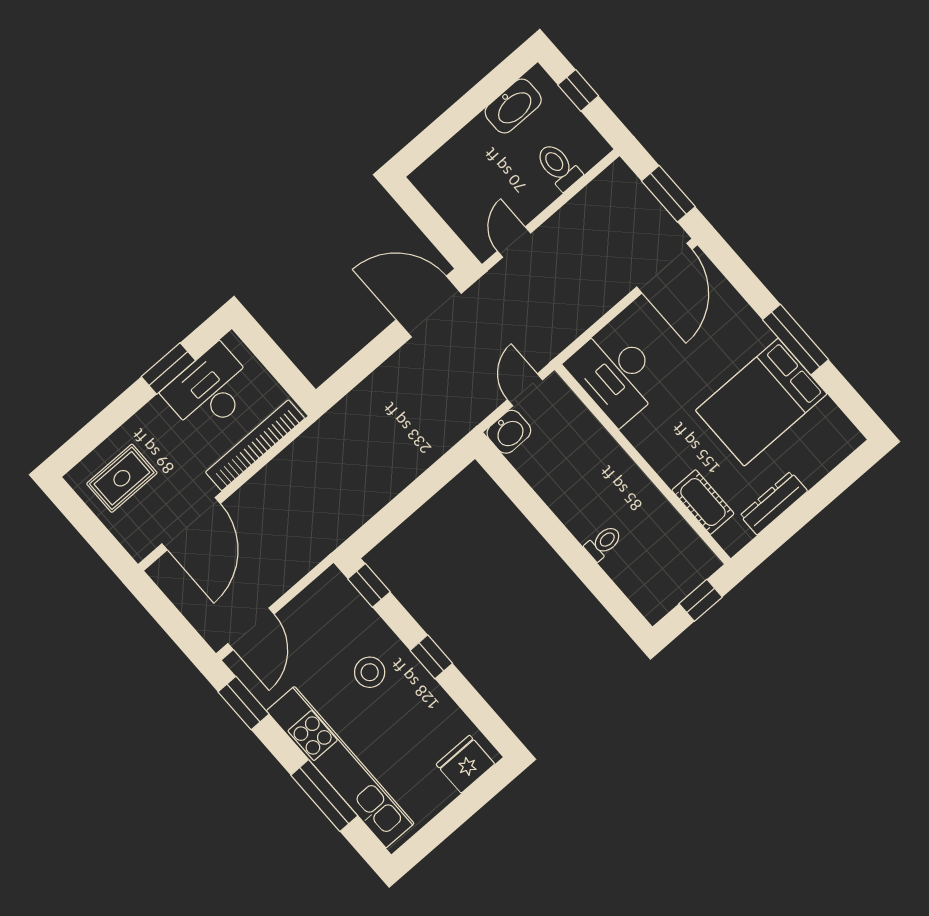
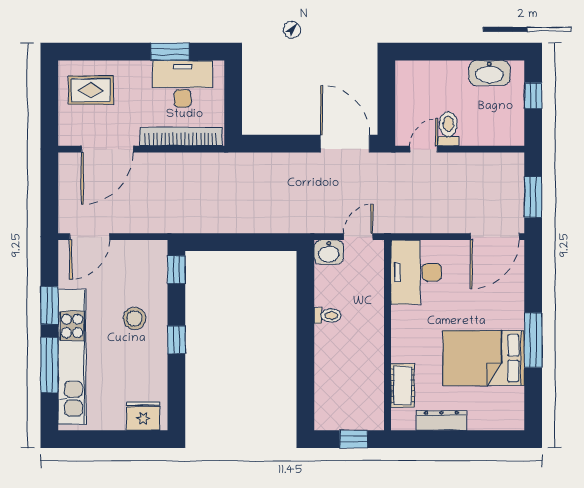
toilet: (558, 167) -> (448, 129), moved
toilet: (603, 543) -> (327, 315), moved
window: (243, 703) -> (49, 305), moved

